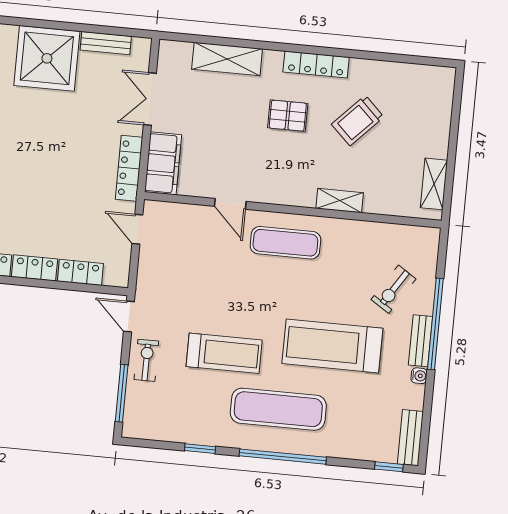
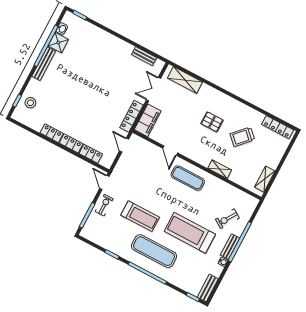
shower: (47, 58) -> (115, 52), removed
shelving: (227, 59) -> (185, 80), moved
locker: (316, 65) -> (278, 127), moved

